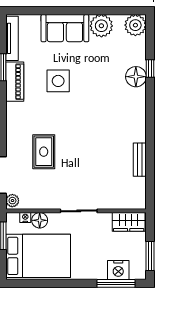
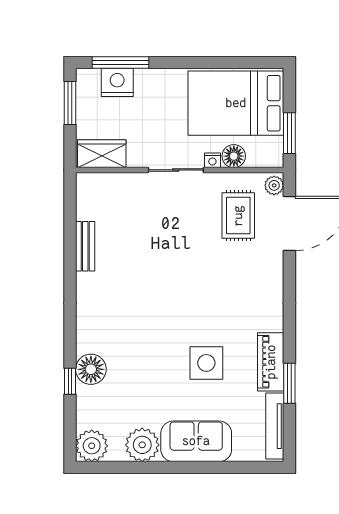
rug: (44, 152) -> (238, 216), moved
nightstand: (25, 218) -> (212, 160), moved

